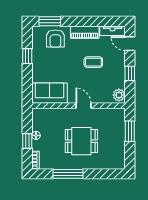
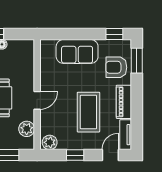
window: (27, 56) -> (114, 34), moved
coffee table: (93, 62) -> (88, 112), width x1.86, depth x1.72
sofa: (49, 93) -> (77, 51), moved, turned 90
plant: (108, 114) -> (27, 129), added

